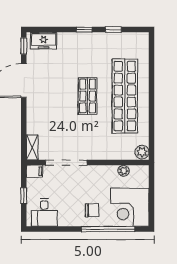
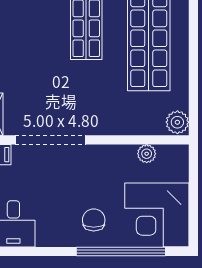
chair: (92, 210) -> (94, 220), turned -90

